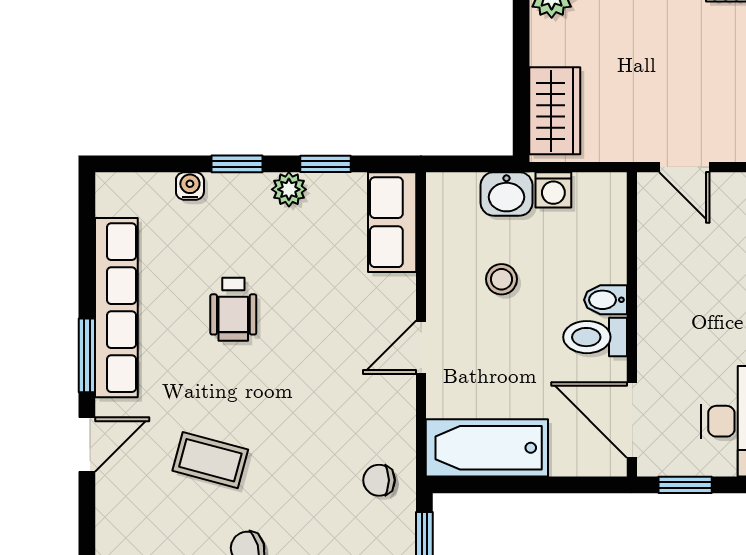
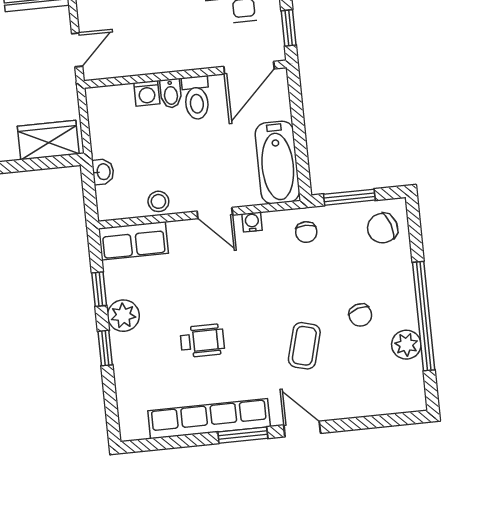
water cooler: (190, 186) -> (252, 222), moved, turned 90
plant: (289, 189) -> (123, 316), width x1.38, depth x1.38
washing machine: (553, 190) -> (147, 93), moved, turned 90
washbasin: (507, 194) -> (103, 172), width x0.72, depth x0.69
stool: (501, 279) -> (158, 201), moved

